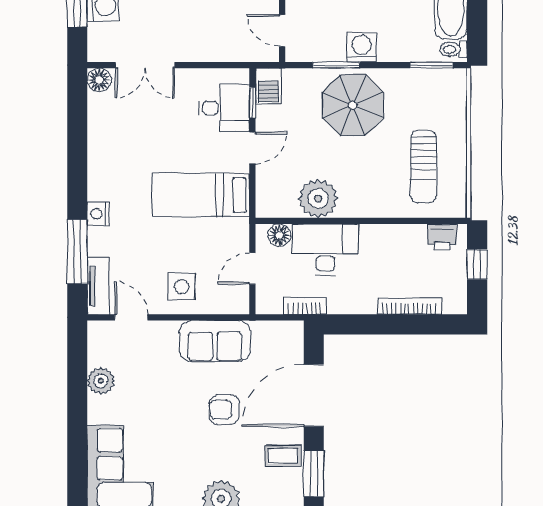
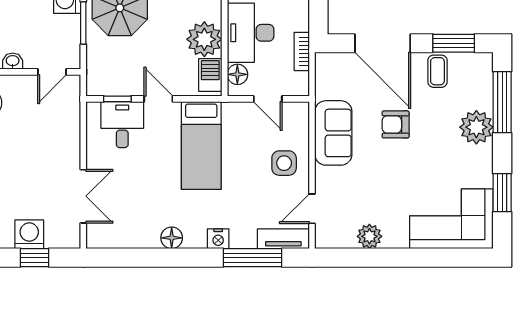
floor lamp: (99, 80) -> (172, 238), moved
barbecue: (268, 86) -> (210, 75), moved, turned -90
armchair: (224, 410) -> (396, 124), turned 90

